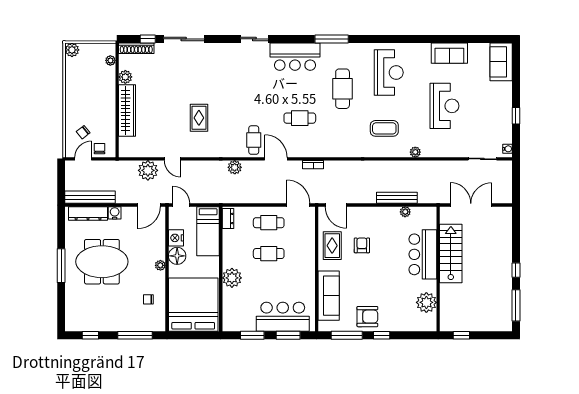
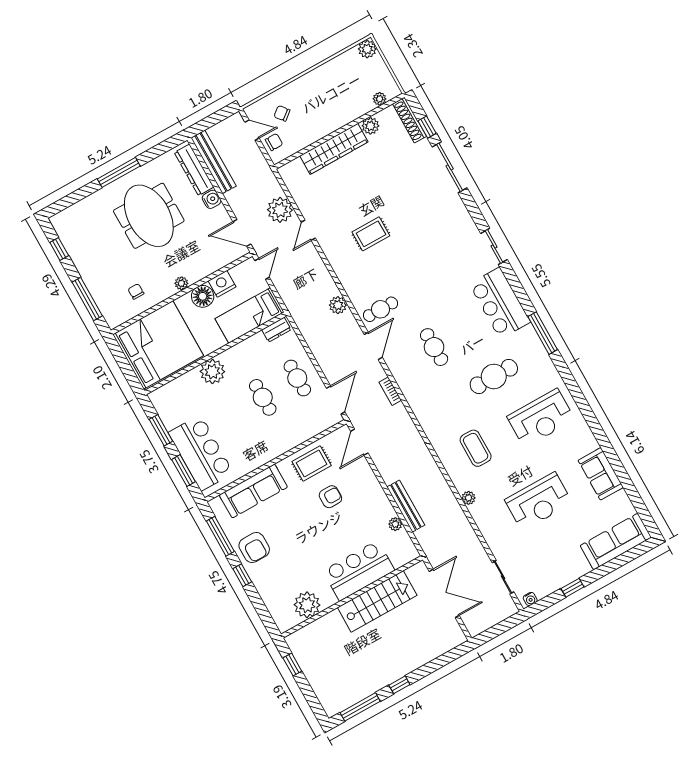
sofa: (501, 62) -> (616, 542), width x1.36

